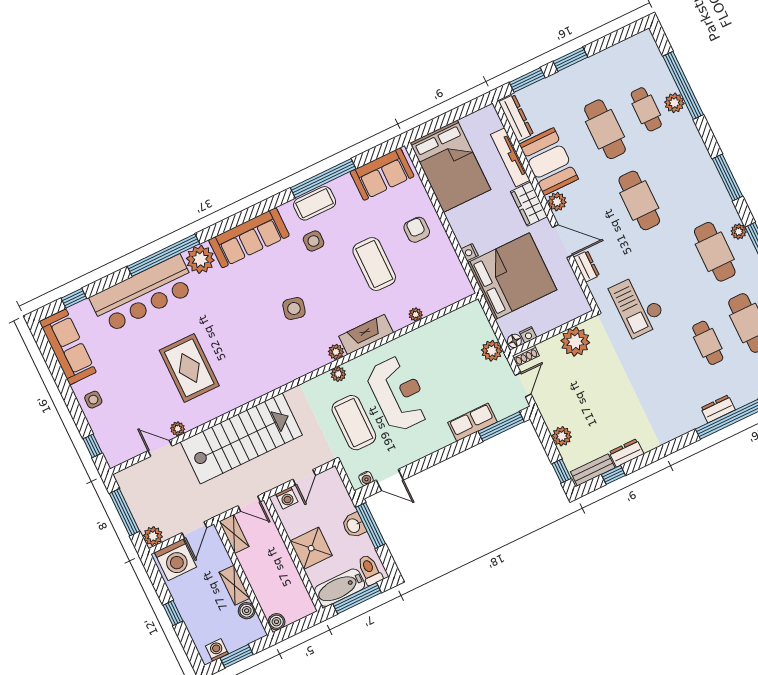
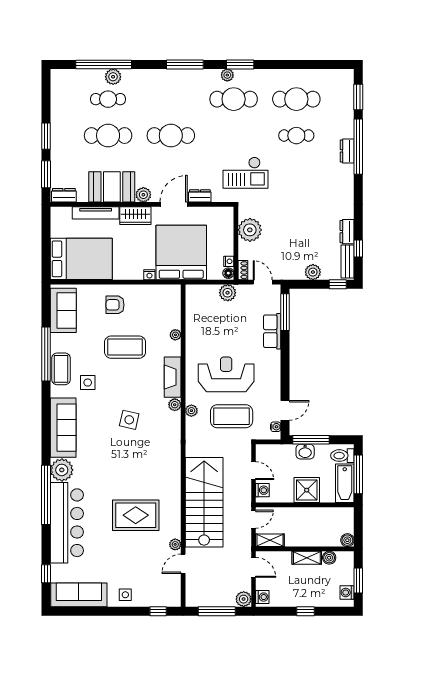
dresser: (516, 118) -> (64, 195), width x0.70
washing machine: (175, 560) -> (262, 597), width x0.53, depth x0.53

